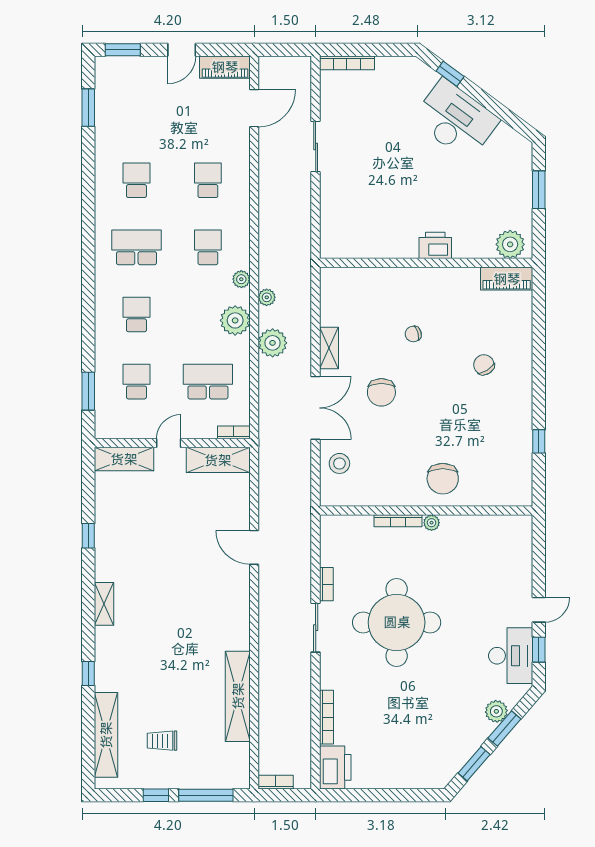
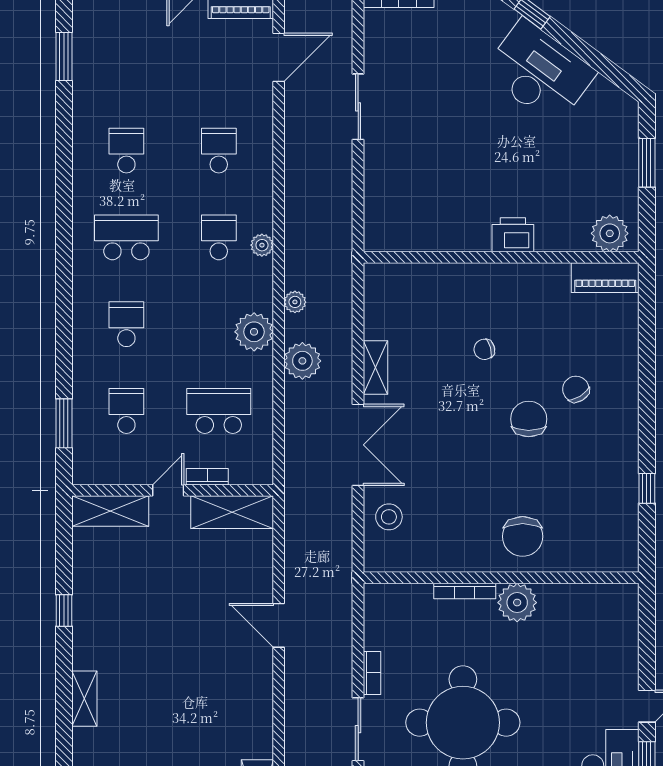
plant: (241, 279) -> (262, 245), moved
chair: (381, 392) -> (529, 419), moved, turned 180
bookcase: (234, 432) -> (207, 477), moved
plant: (432, 523) -> (517, 603), width x1.88, depth x1.88

